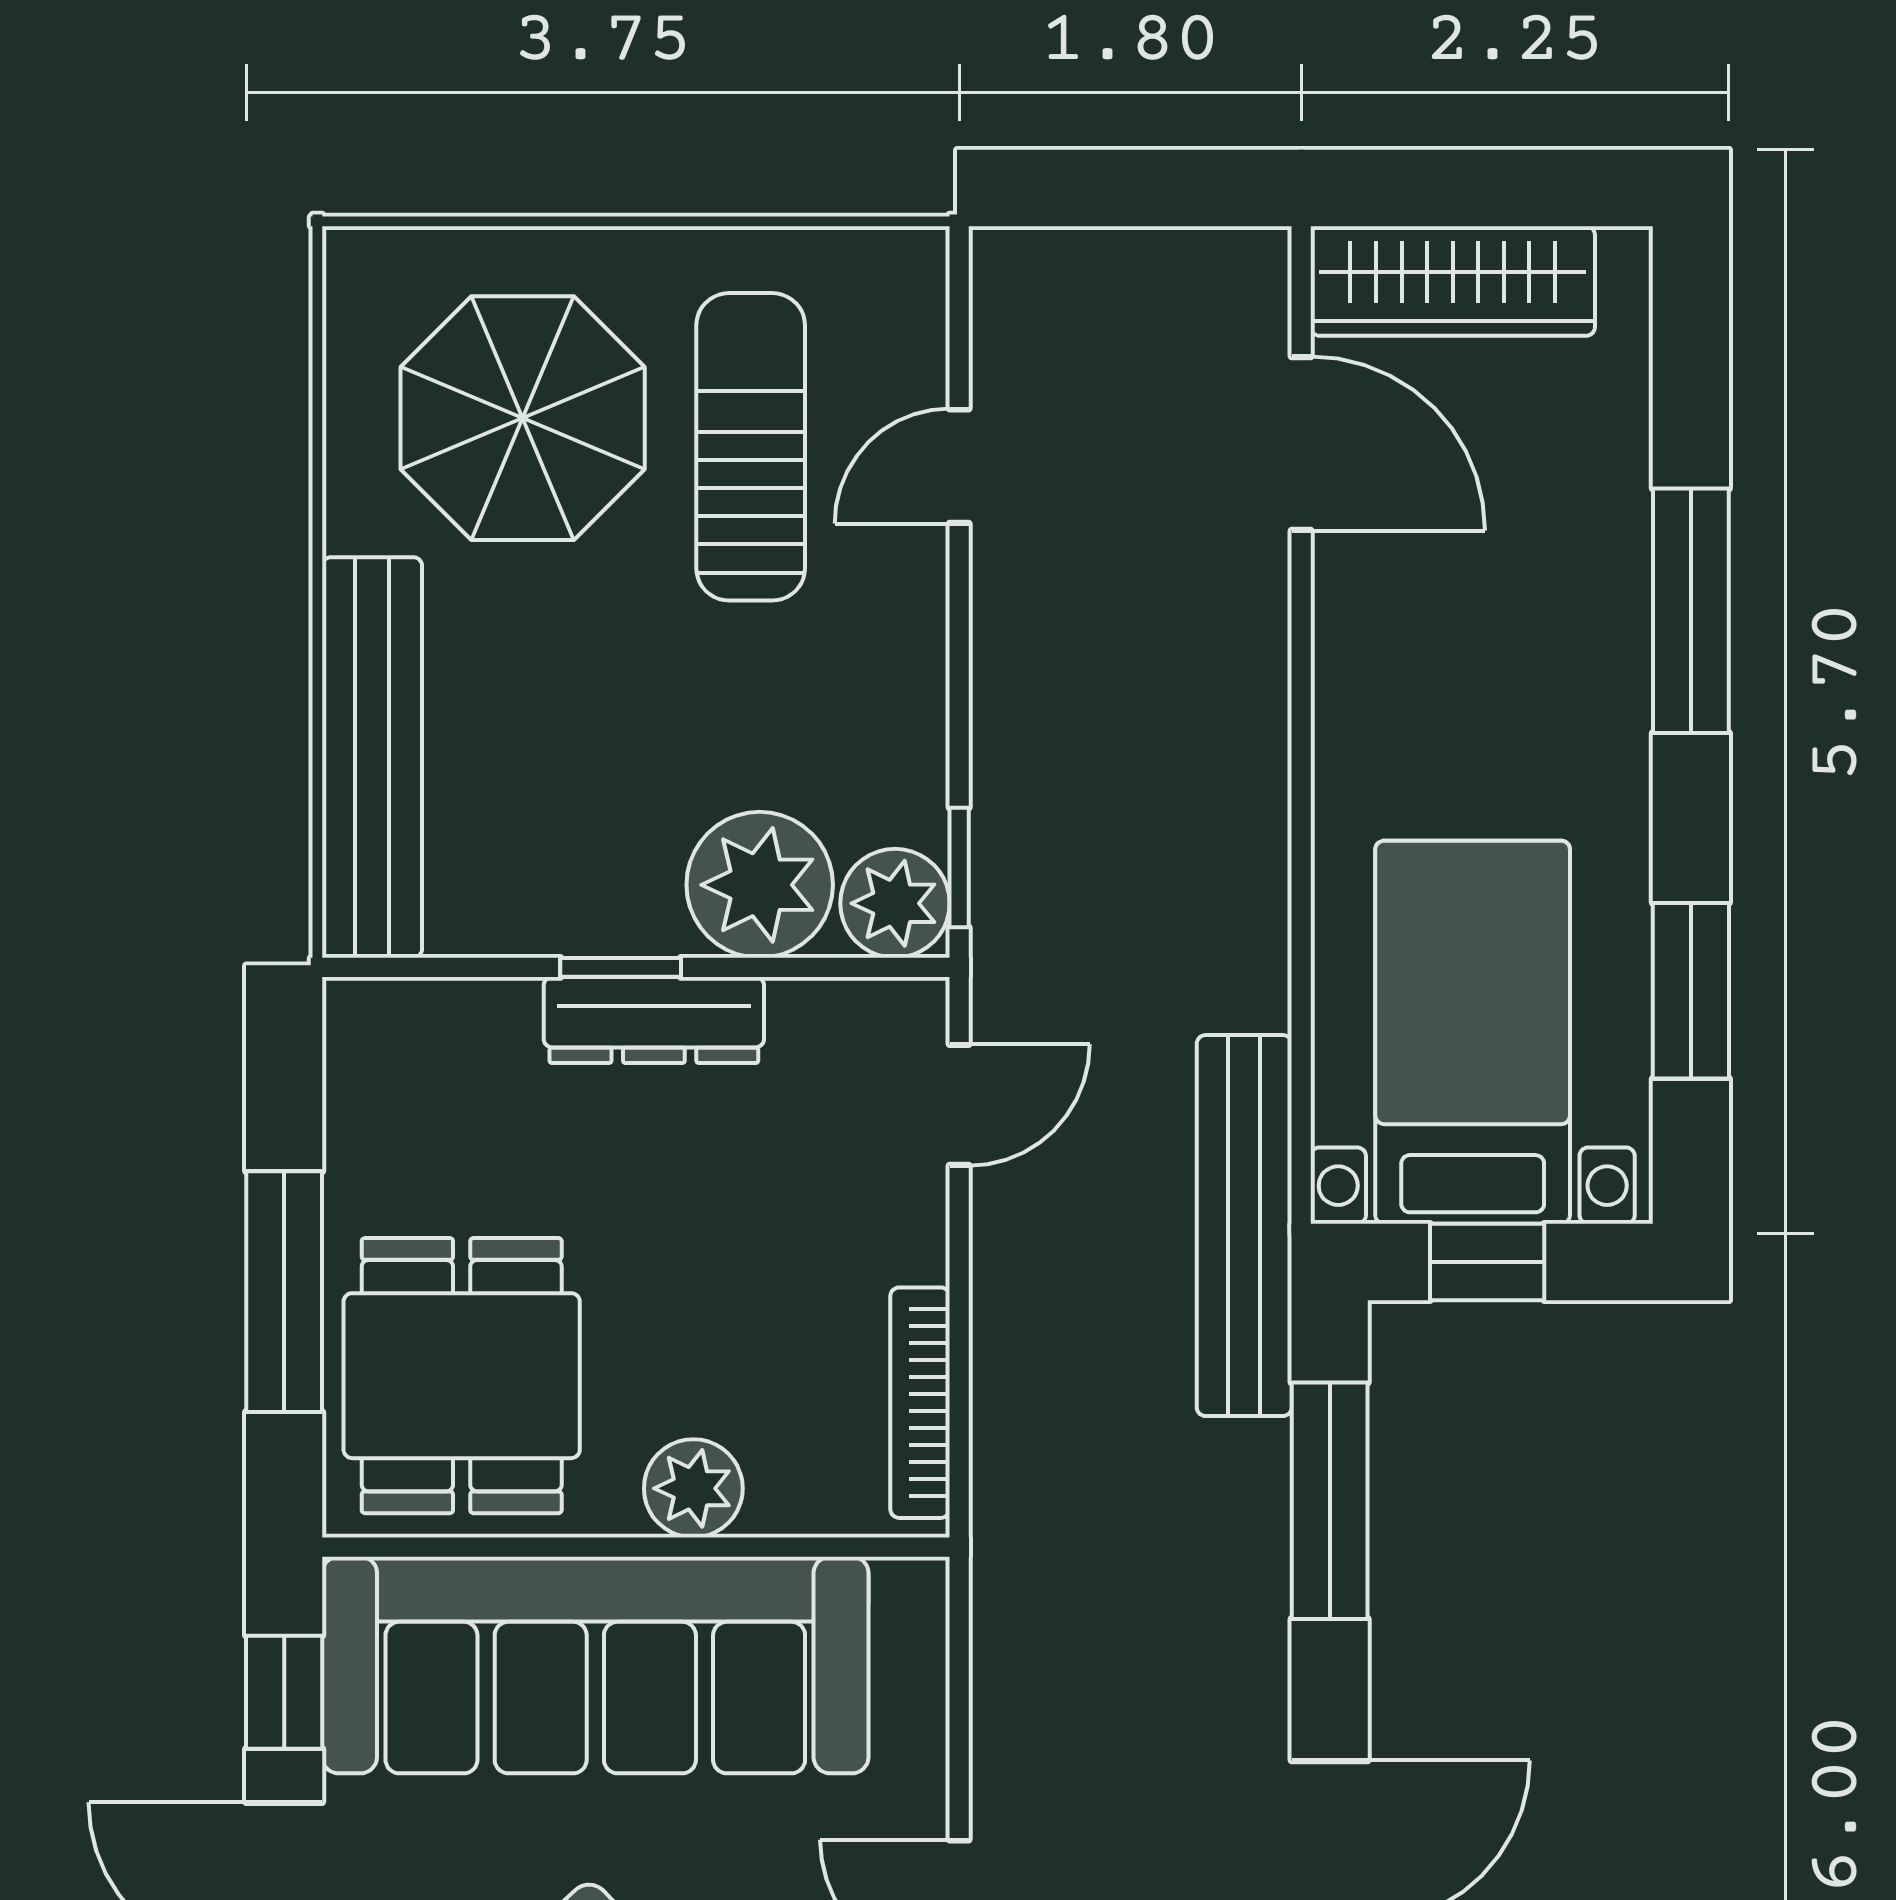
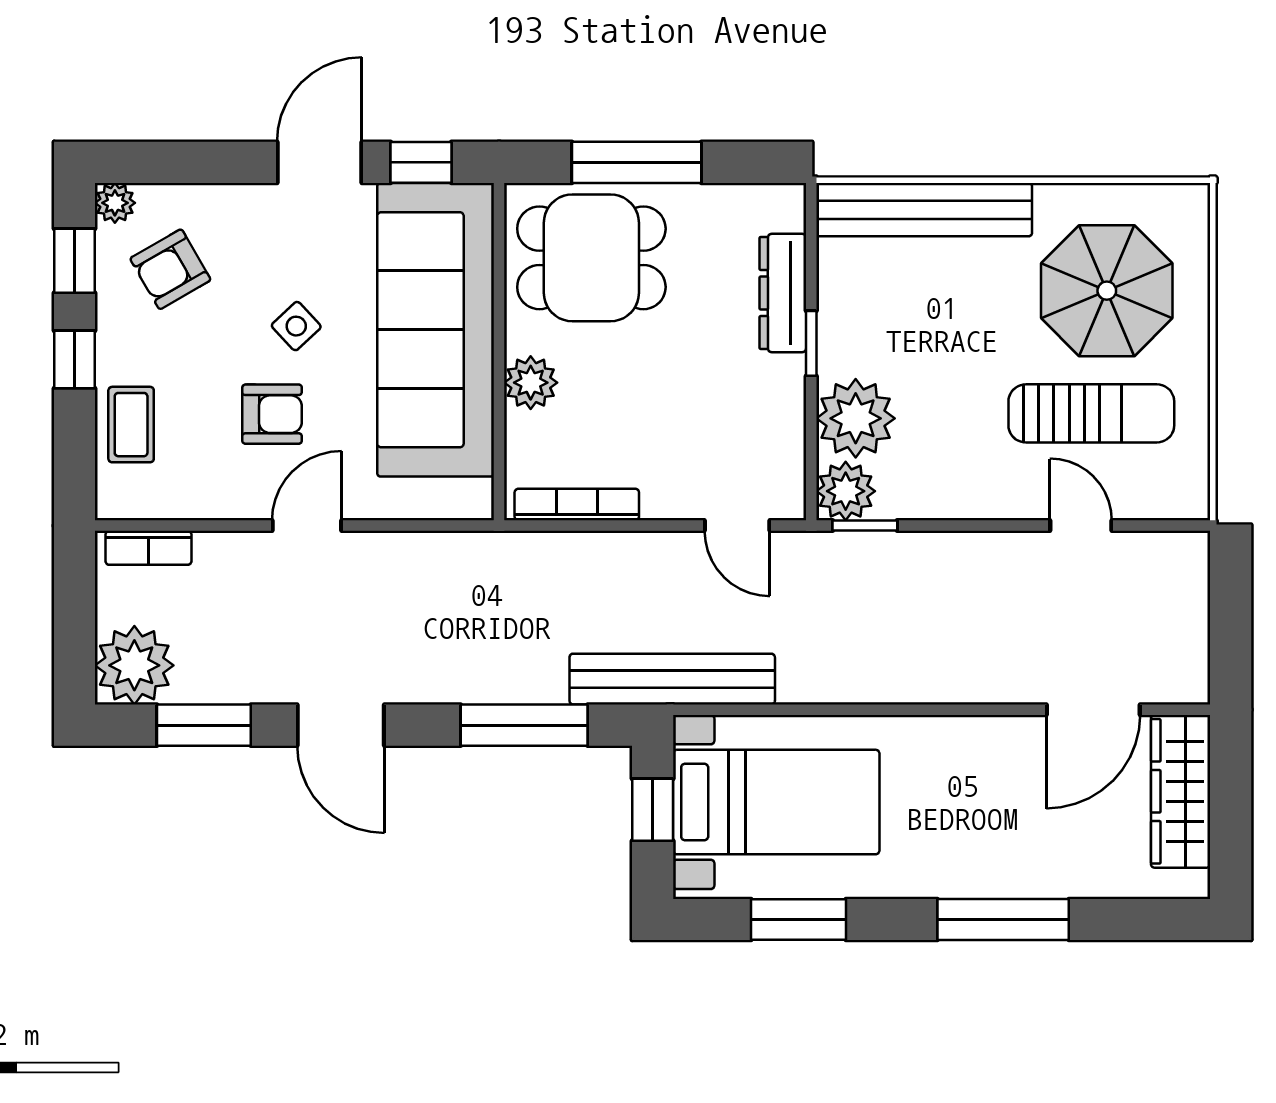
dresser: (654, 1020) -> (783, 293), moved

